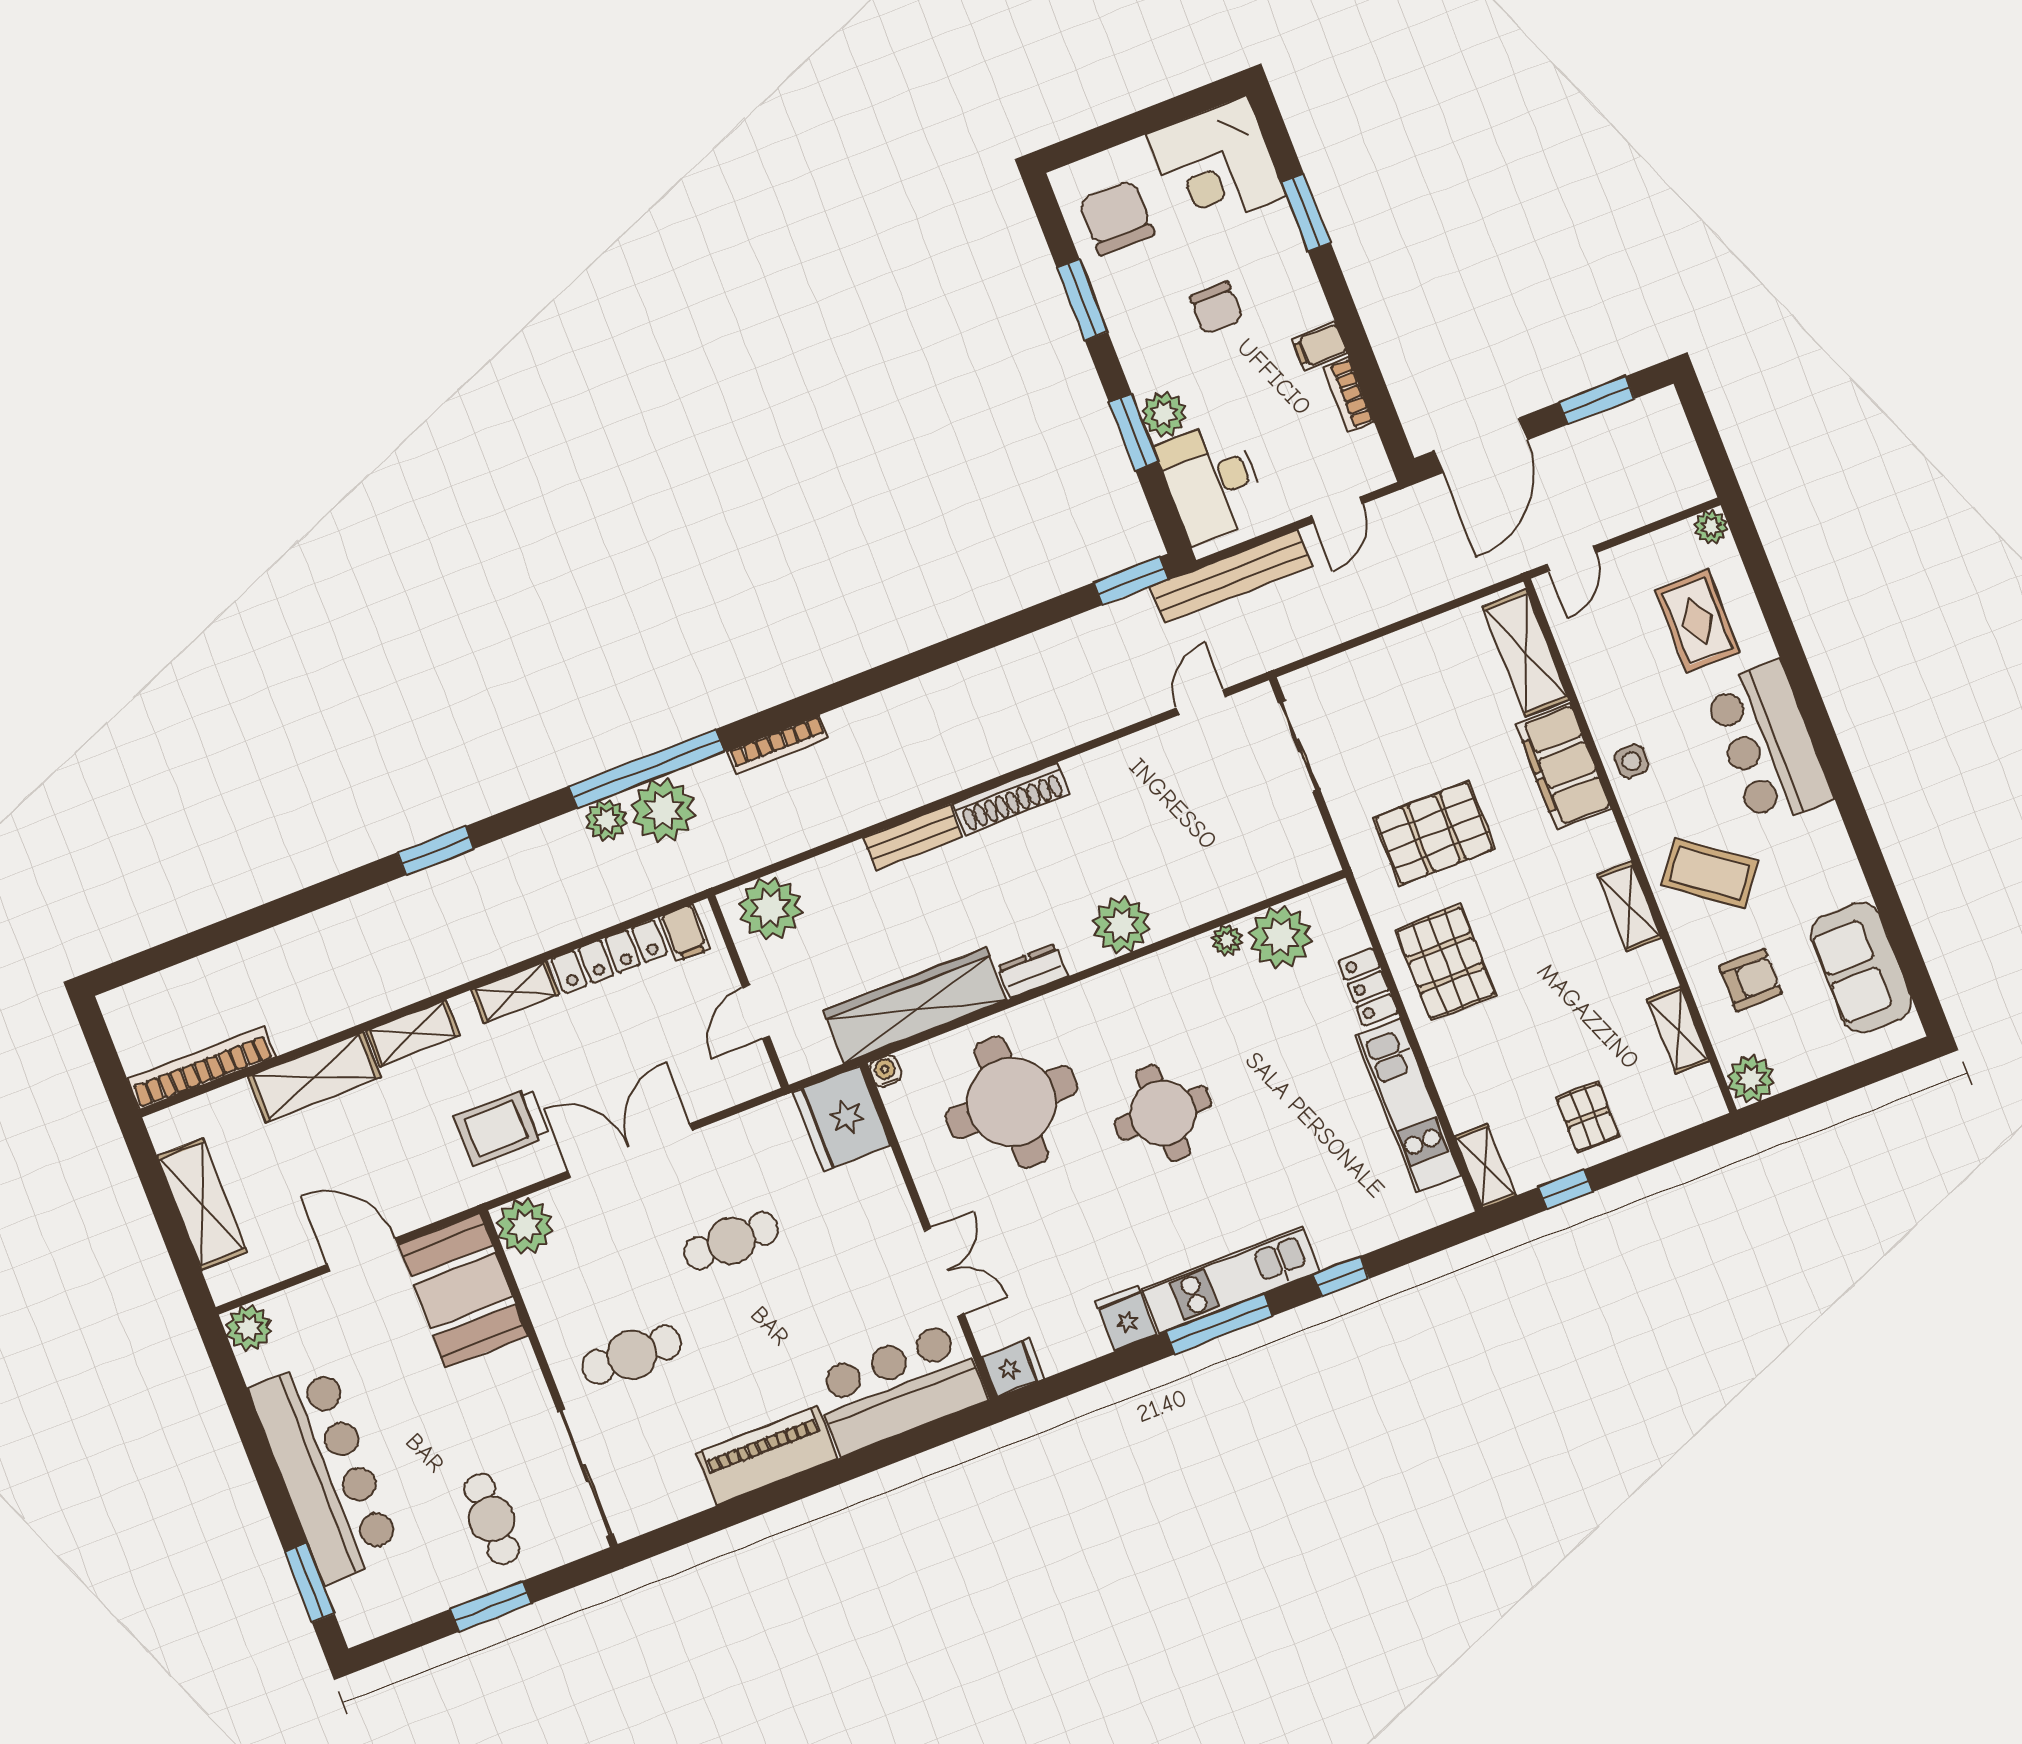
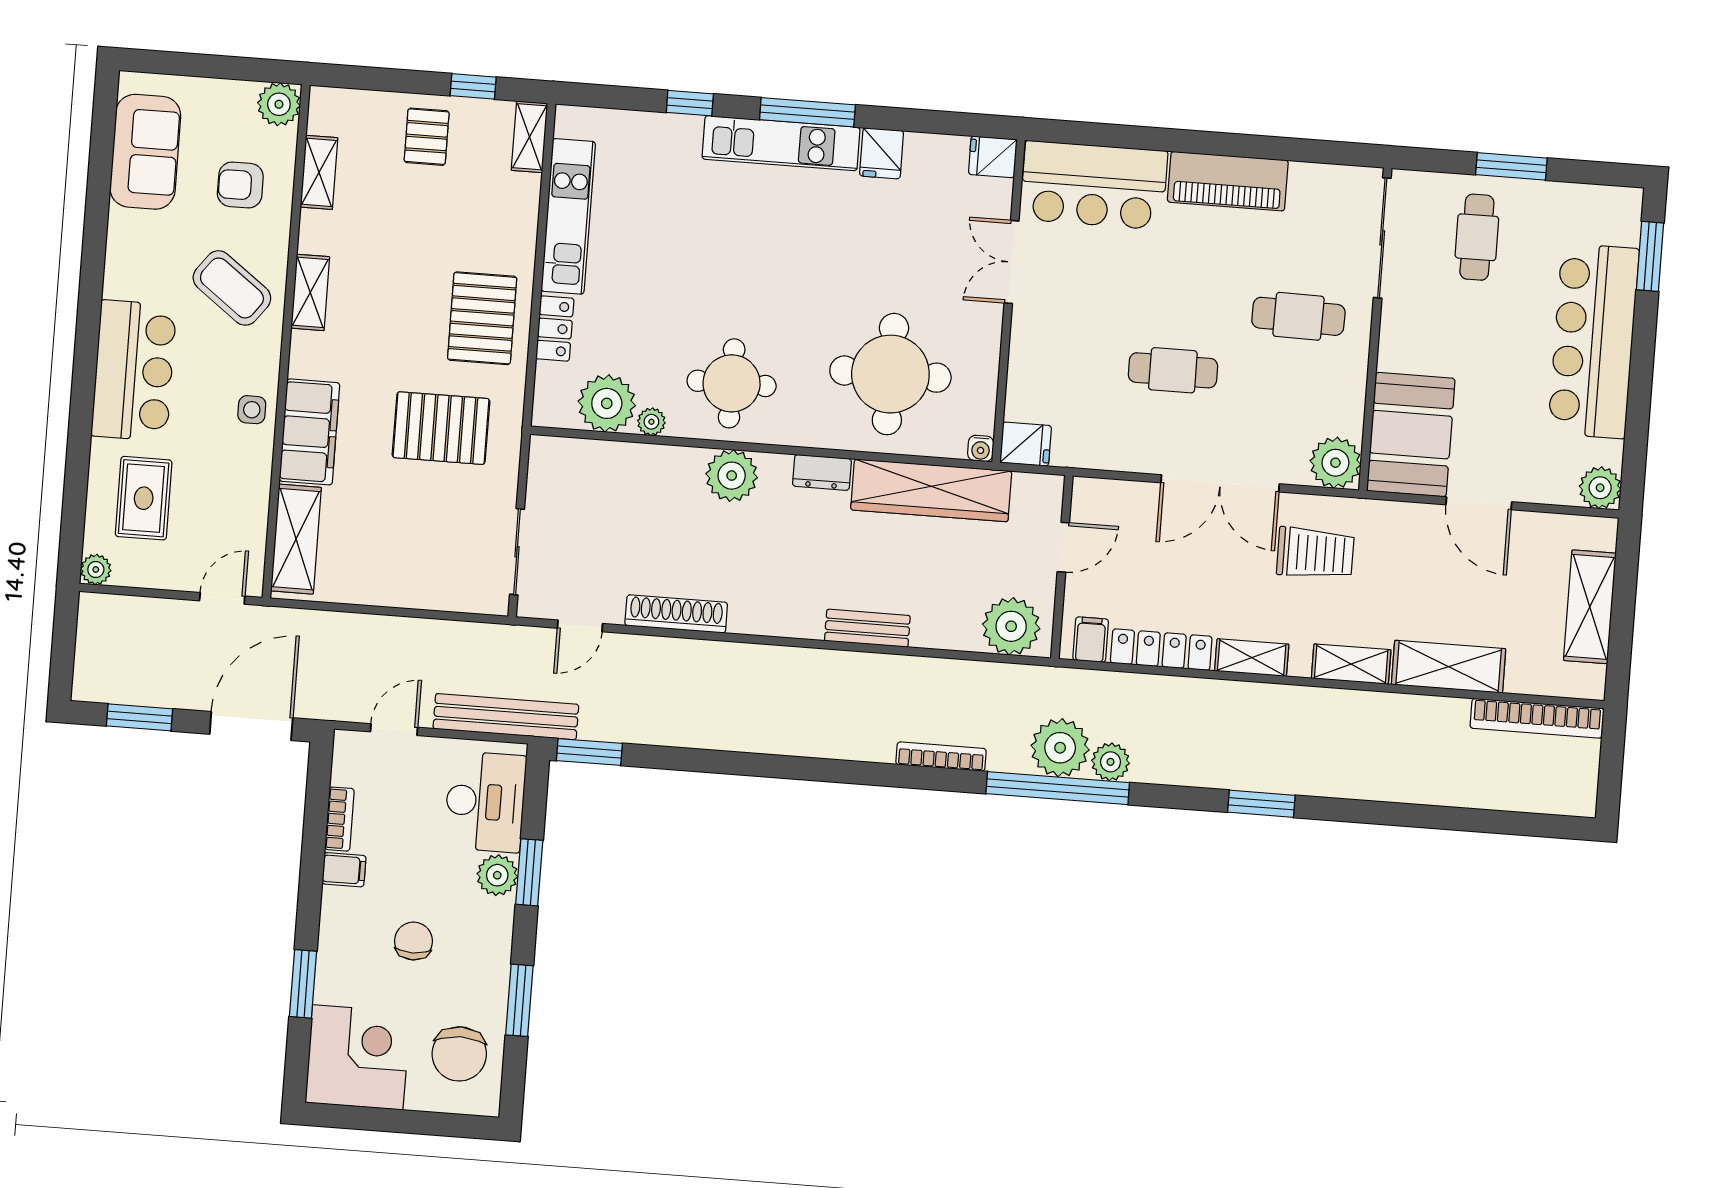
shoe rack: (1011, 799) -> (676, 614), moved
round table: (1163, 1113) -> (732, 383), moved
fridge: (842, 1119) -> (1026, 444), width x0.53, depth x0.75

